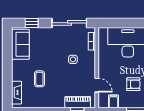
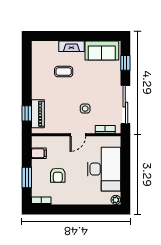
door: (97, 85) -> (78, 135), moved
fireplace: (16, 93) -> (71, 46), moved

